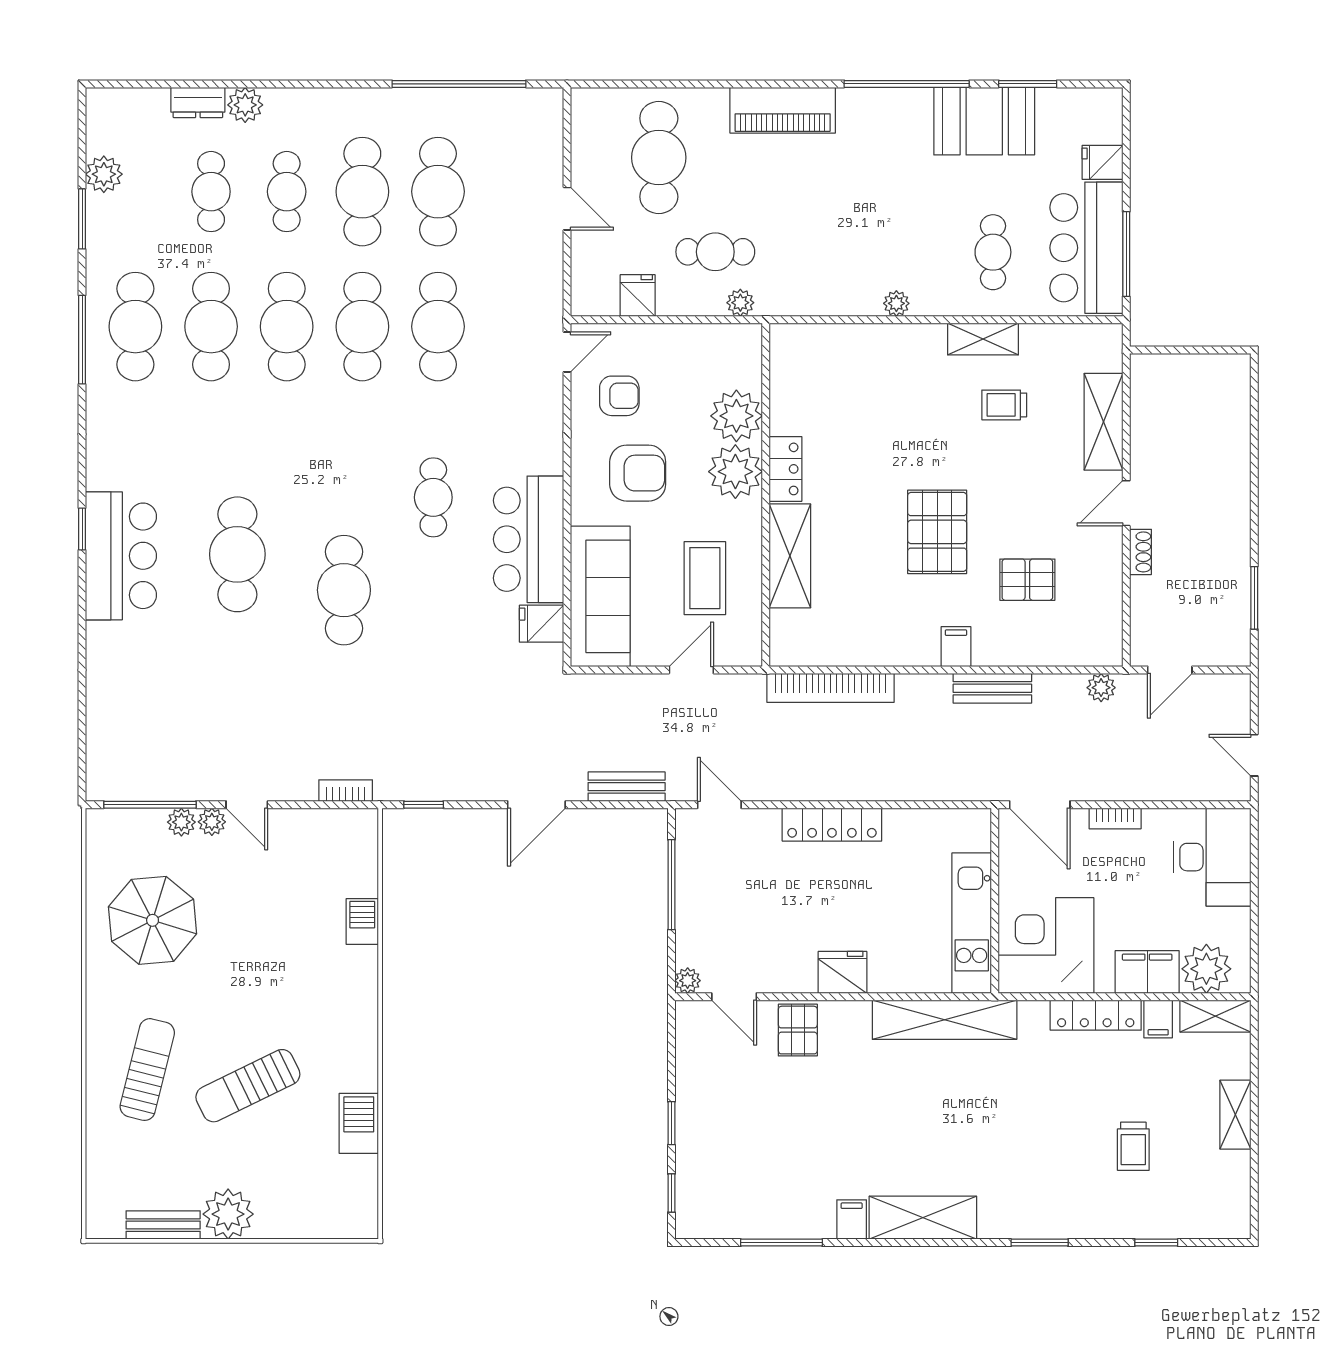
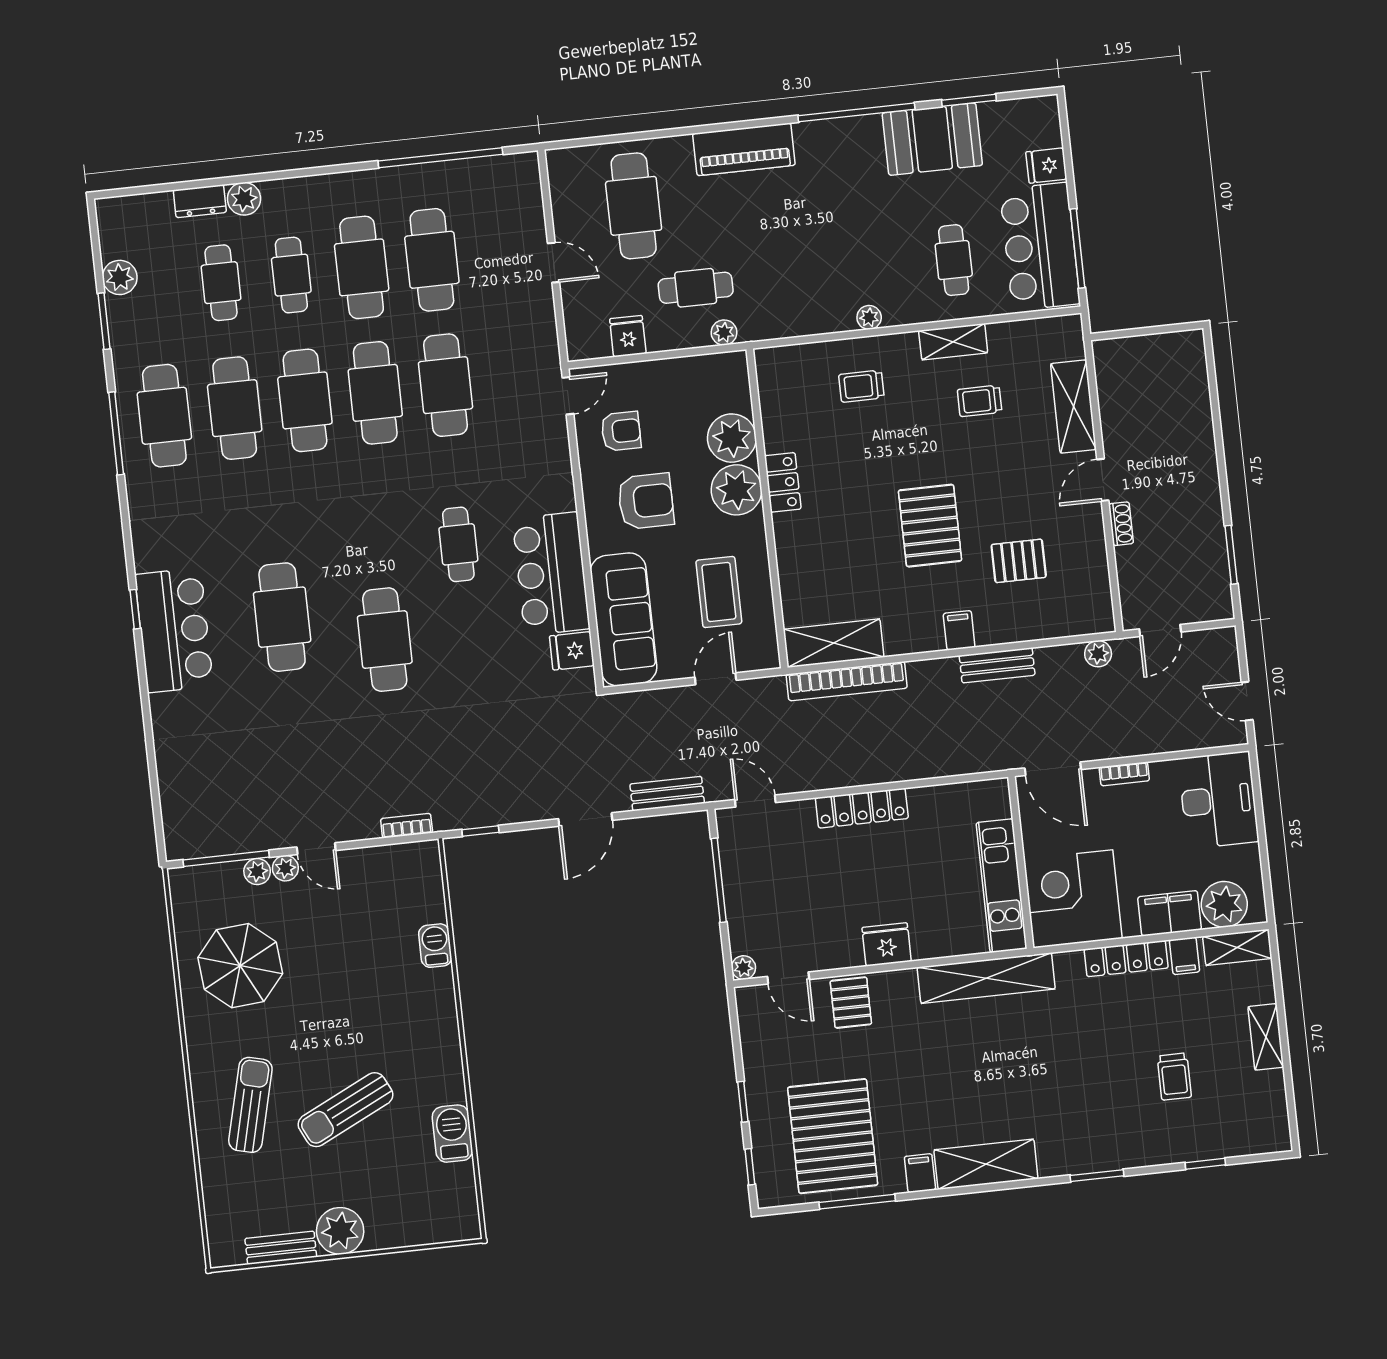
trolley: (880, 376) -> (861, 386), added
shelving: (790, 556) -> (834, 643), moved, turned 90
pallet: (763, 1170) -> (833, 1136), added

